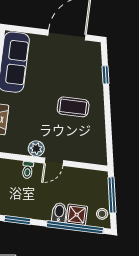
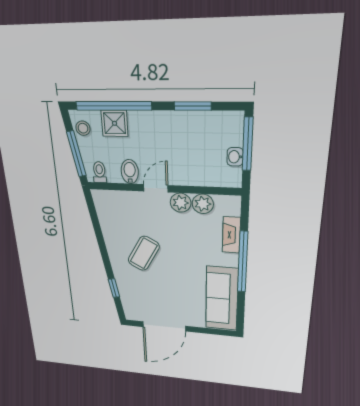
coffee table: (73, 107) -> (144, 253), turned -61
plant: (19, 146) -> (203, 204), added
toilet: (28, 170) -> (99, 172), moved
bidet: (59, 212) -> (130, 172), moved, turned 180

